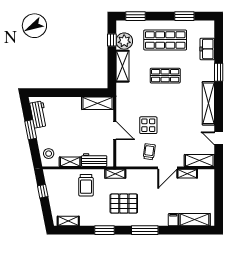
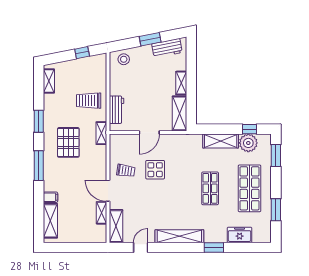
shelving: (70, 162) -> (181, 83), moved

